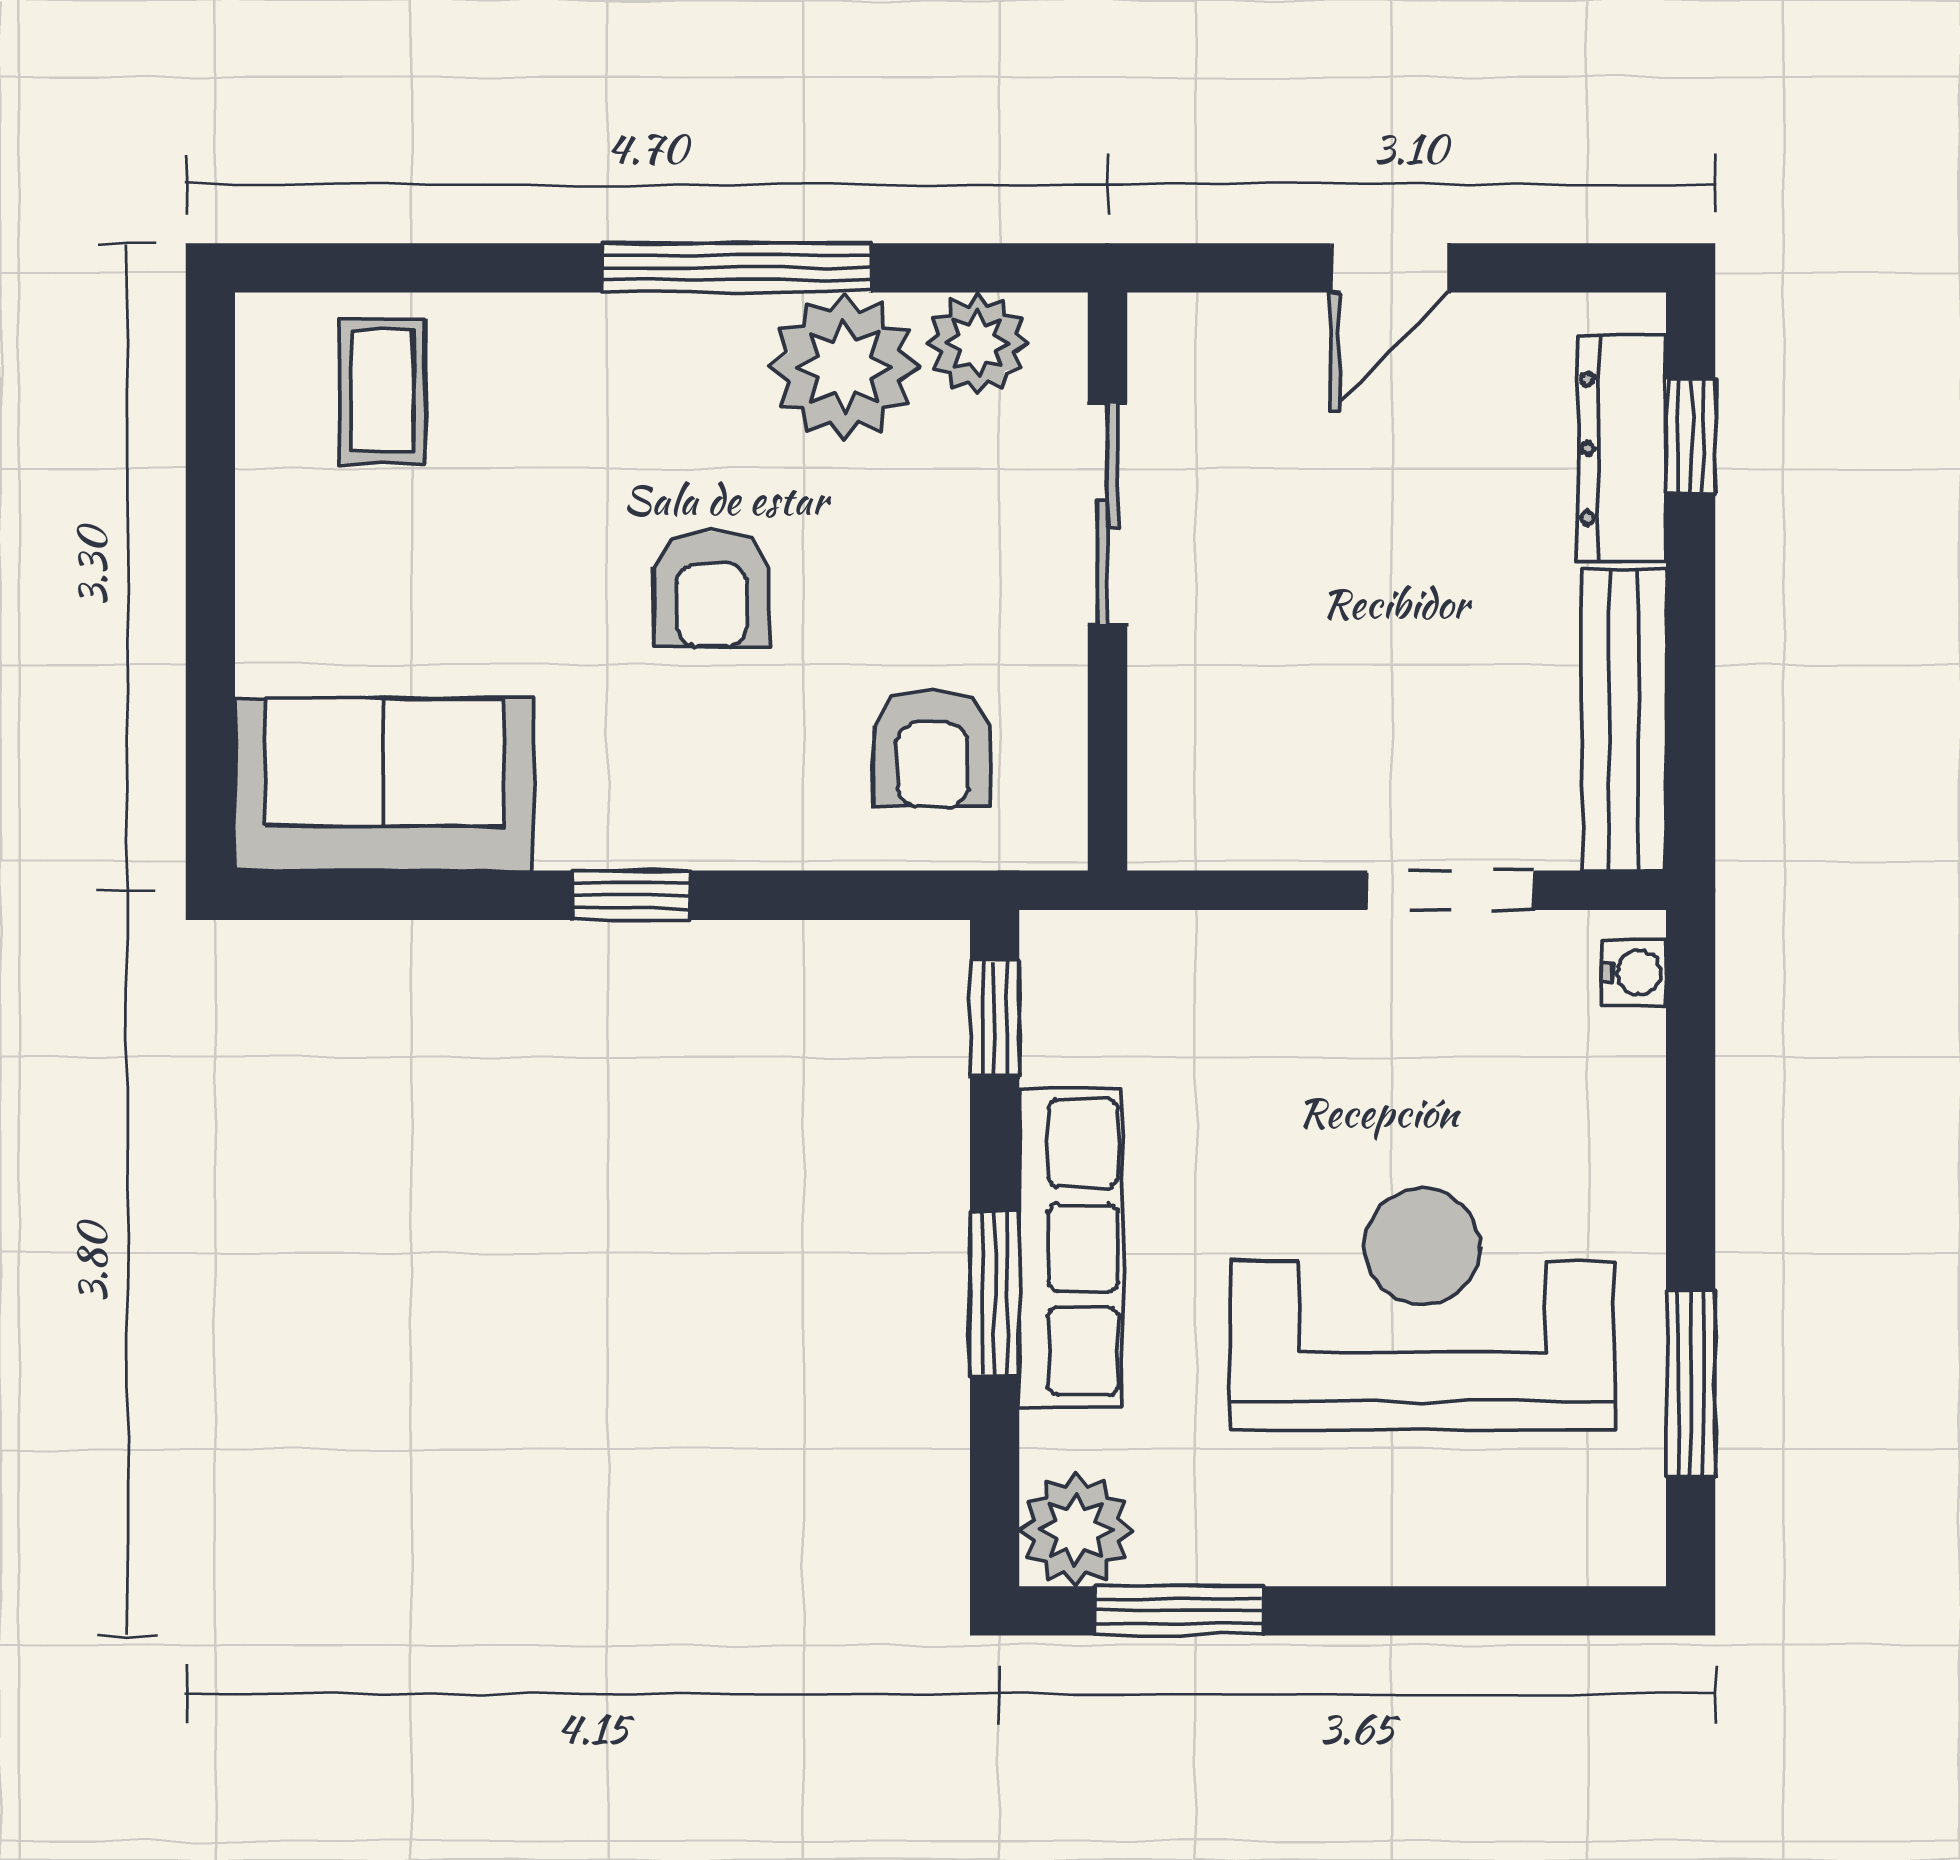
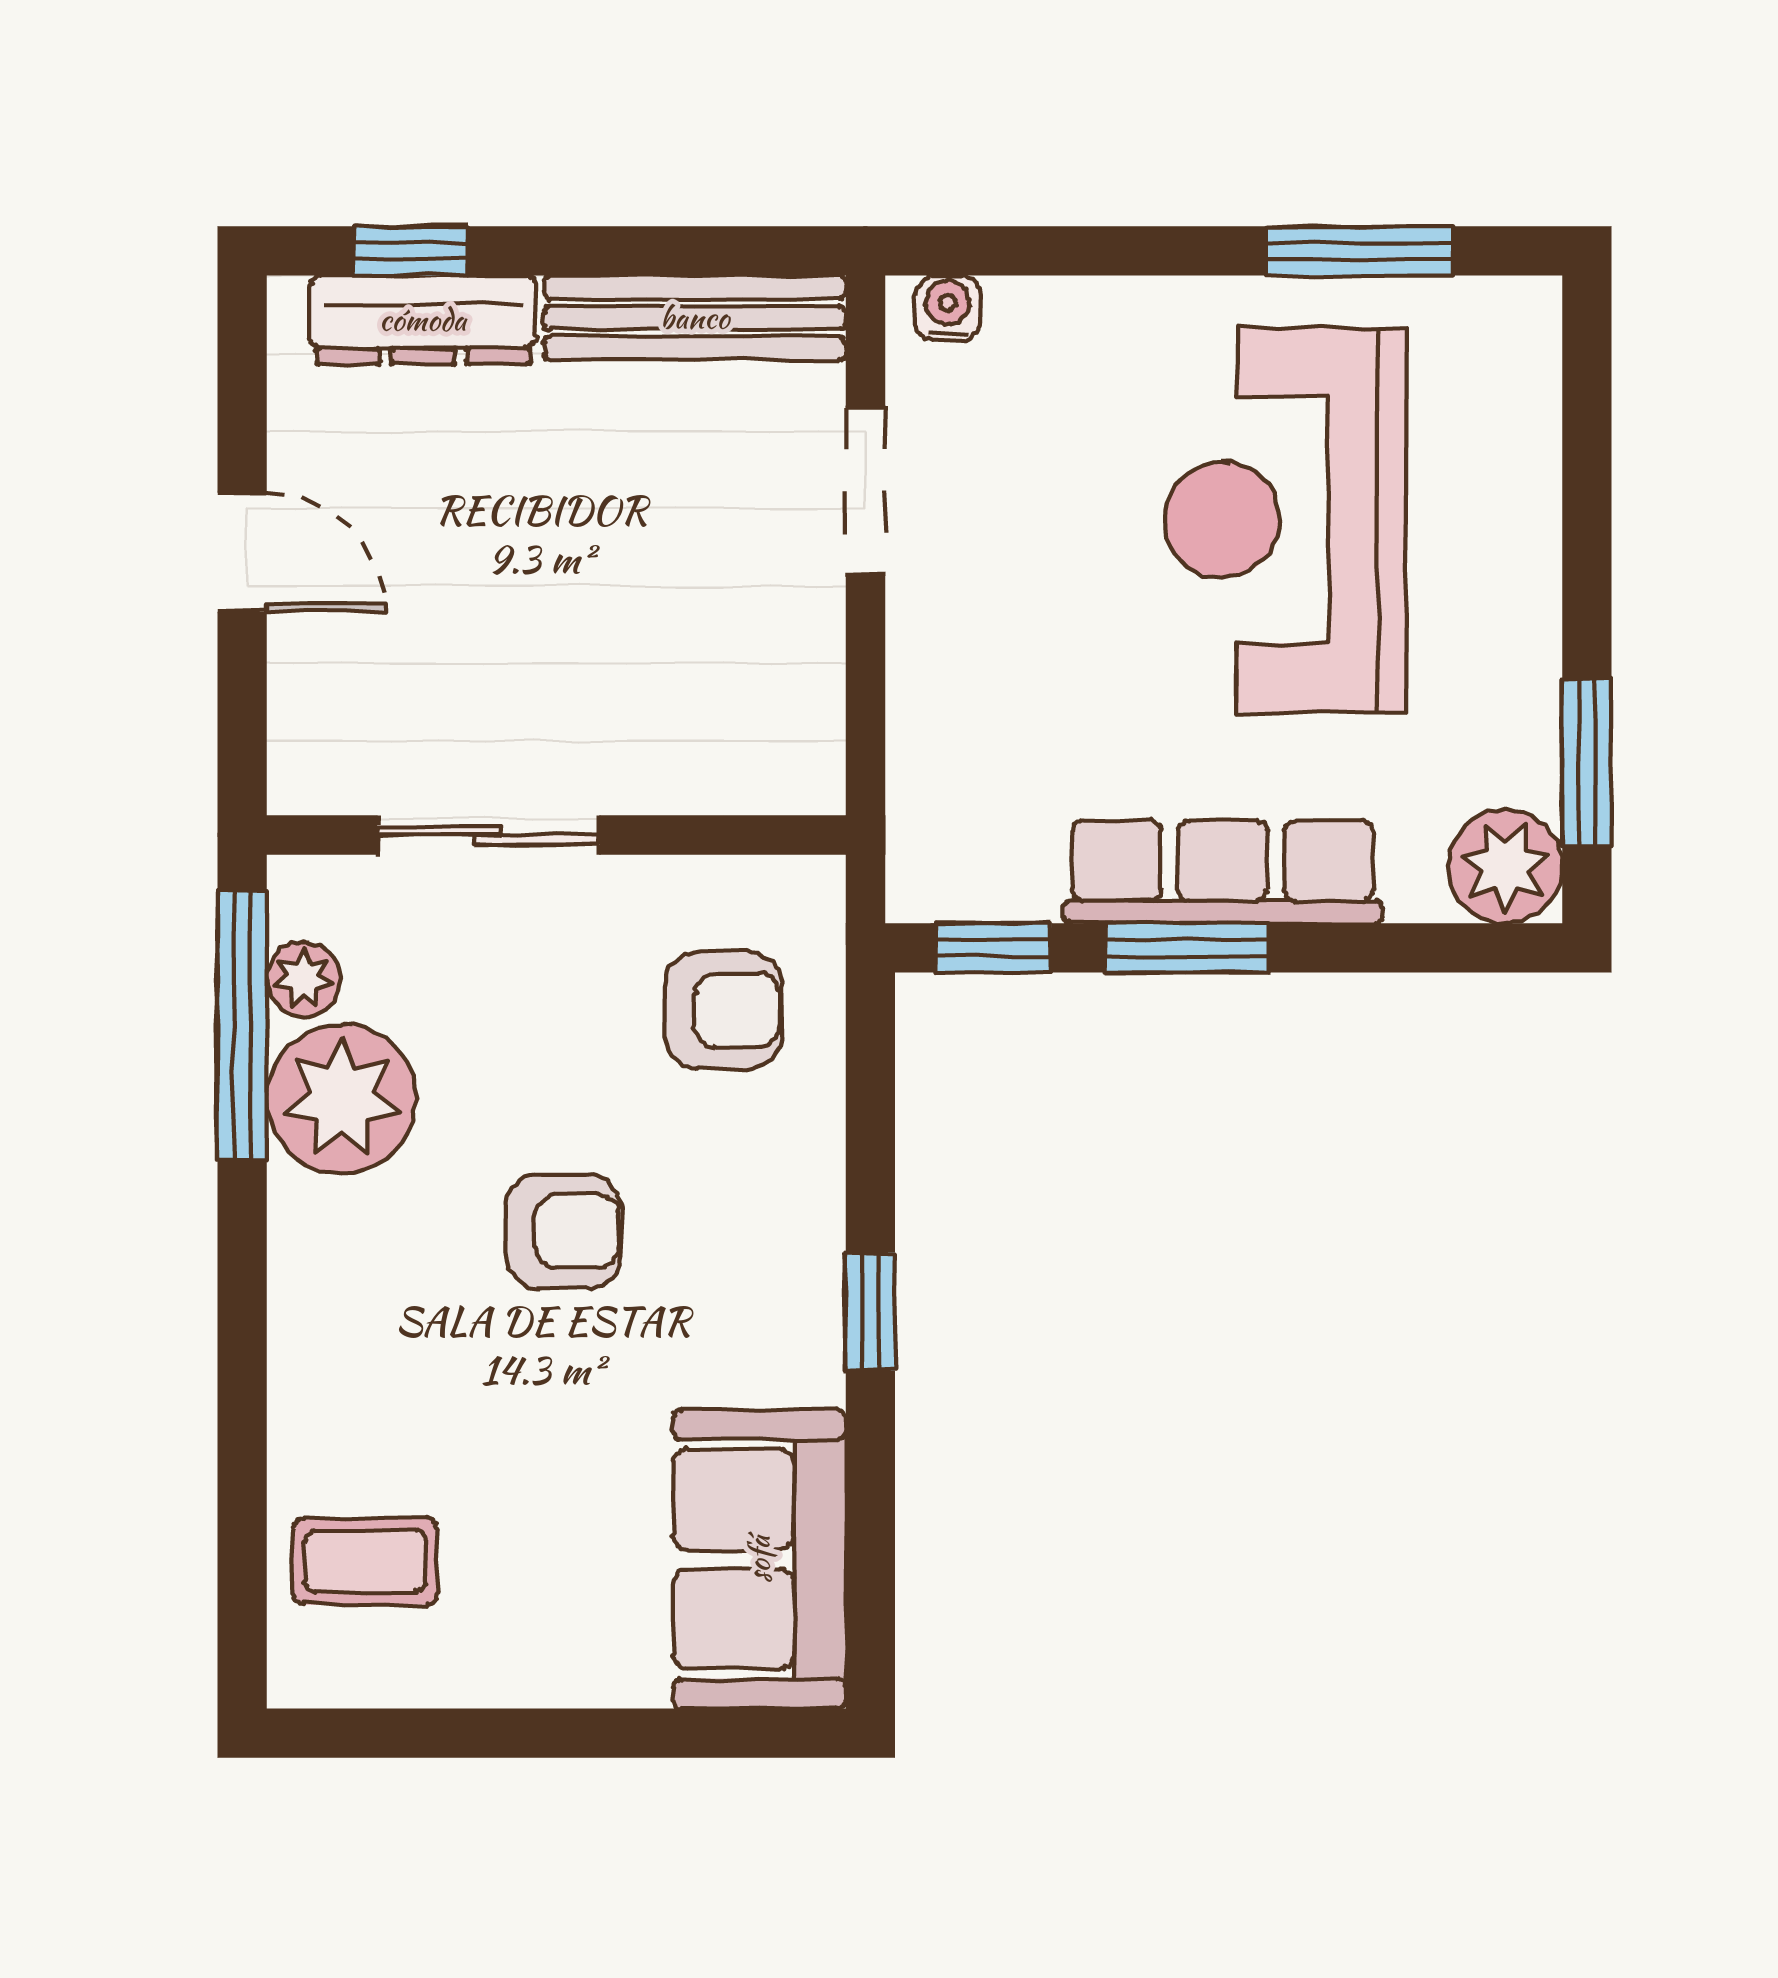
window: (737, 268) -> (242, 1025), moved
plant: (977, 343) -> (304, 979), width x0.73, depth x0.73
window: (995, 1294) -> (1187, 948), moved

